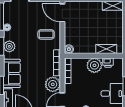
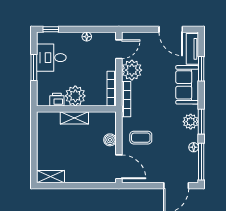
boiler: (69, 49) -> (110, 140), moved
shelving: (106, 49) -> (74, 118), moved

